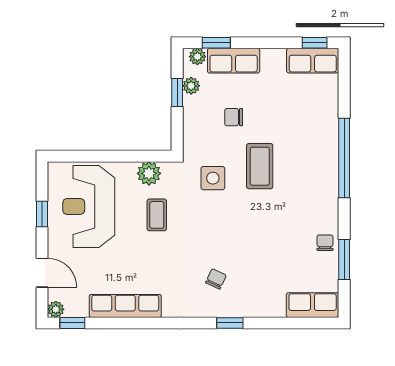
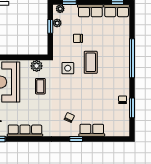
row of seats: (234, 61) -> (90, 11), moved
row of seats: (313, 305) -> (92, 130), moved

